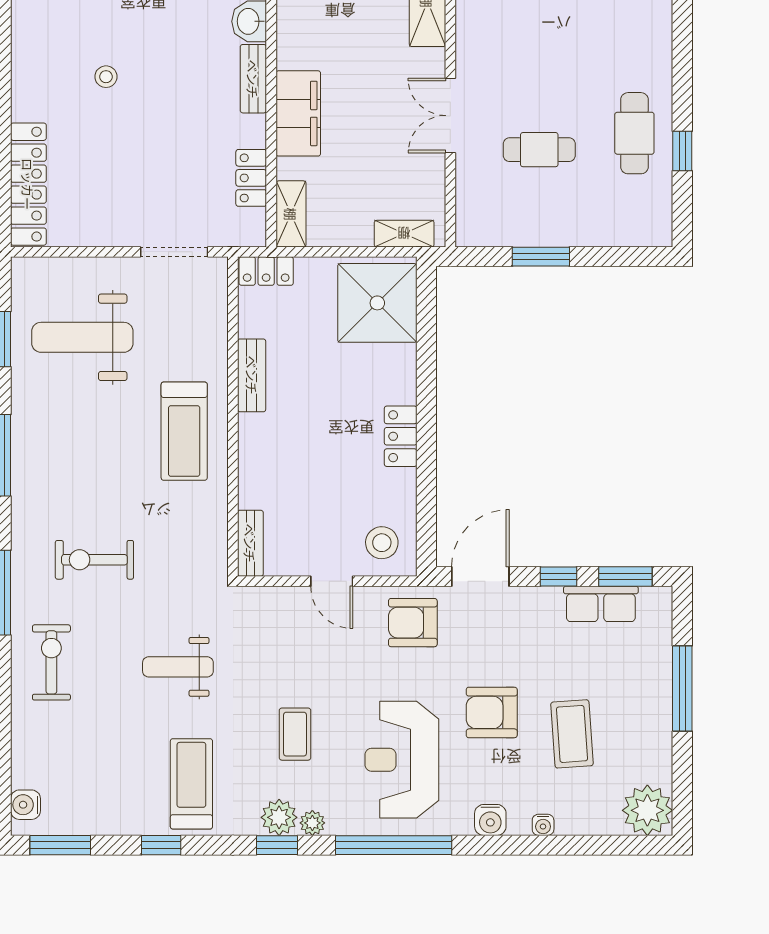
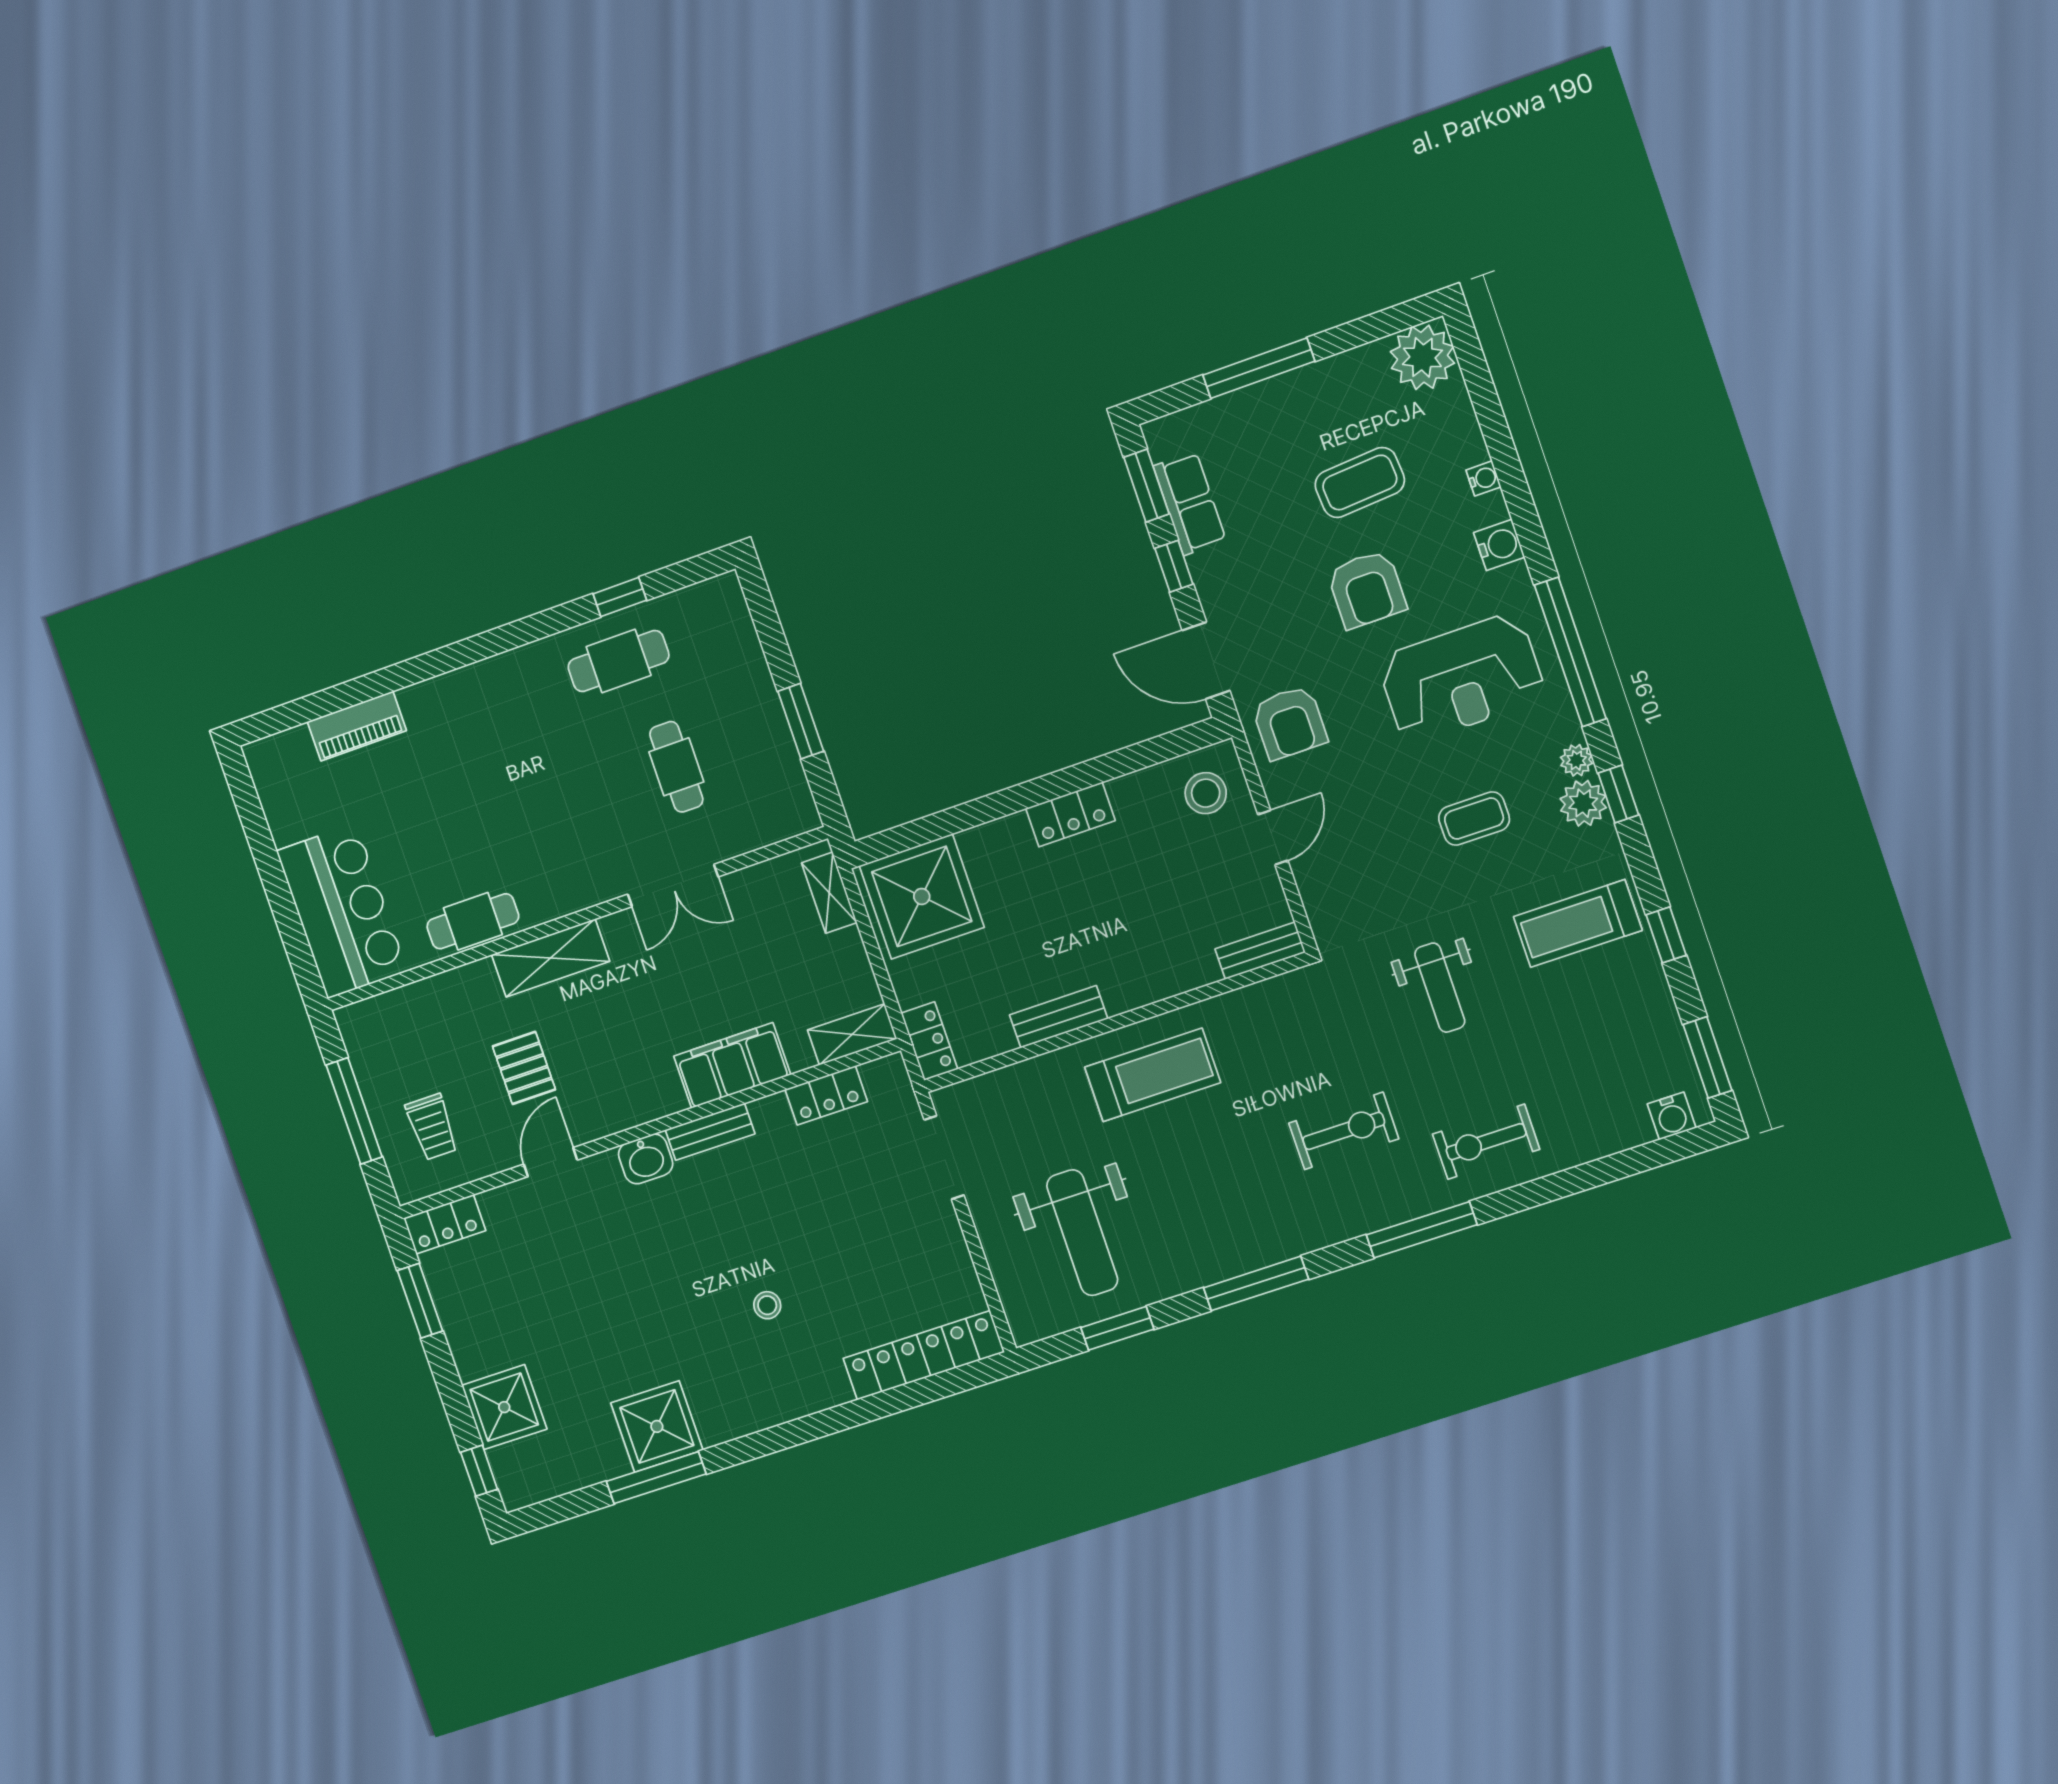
exercise bike: (94, 560) -> (1344, 1131), turned -90

